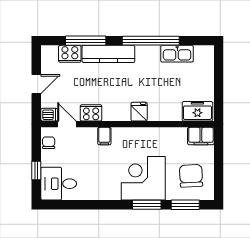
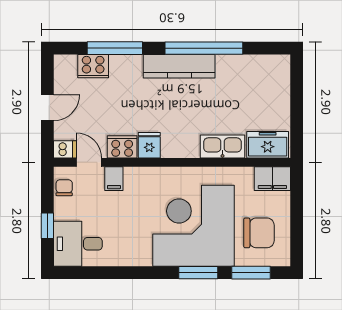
kitchen counter: (108, 54) -> (179, 66), moved
kitchen sink: (177, 54) -> (222, 147), moved, turned 180
fridge: (139, 112) -> (149, 145), moved
filing cabinet: (104, 136) -> (114, 179), moved
chair: (191, 176) -> (259, 233), turned 93
corner desk: (143, 178) -> (194, 226), width x1.36, depth x1.36

